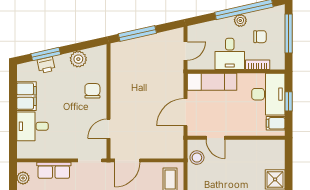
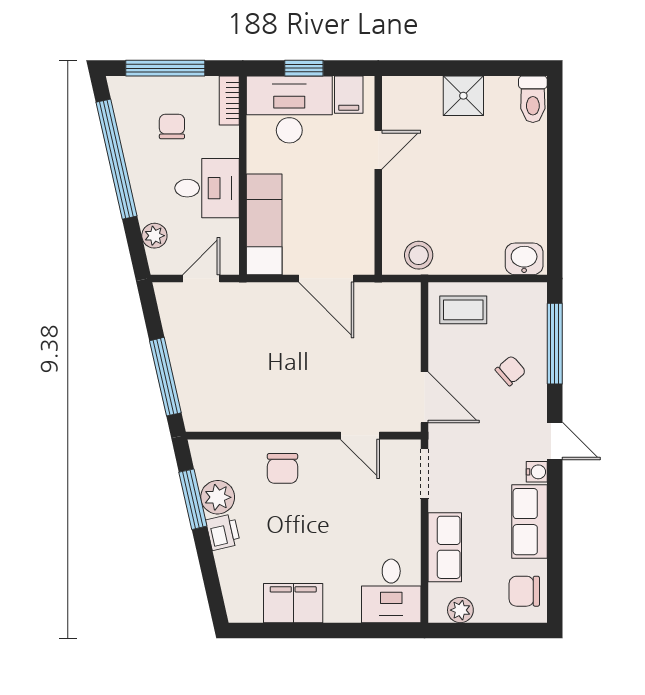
plant: (240, 21) -> (154, 236), moved
door: (185, 51) -> (201, 278), hinge flipped
window: (46, 54) -> (193, 499), moved
printer: (46, 65) -> (223, 532), moved
bookcase: (258, 65) -> (229, 100), moved
chair: (92, 91) -> (282, 468), turned -90
desk: (32, 126) -> (391, 591), moved
door: (215, 138) -> (378, 150), moved

